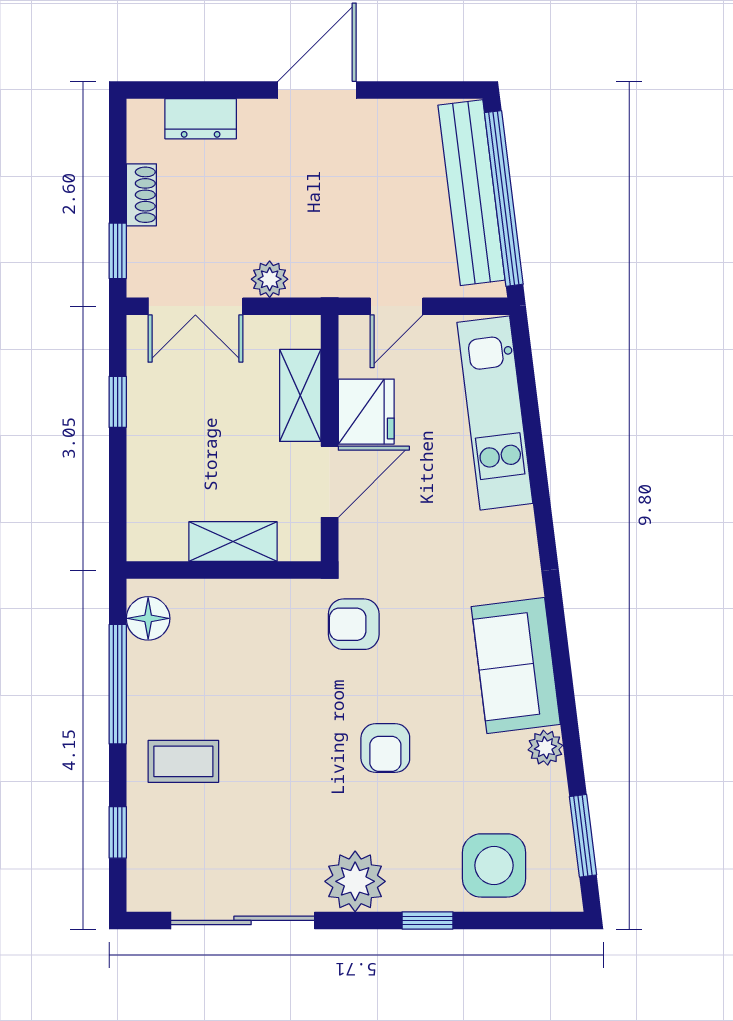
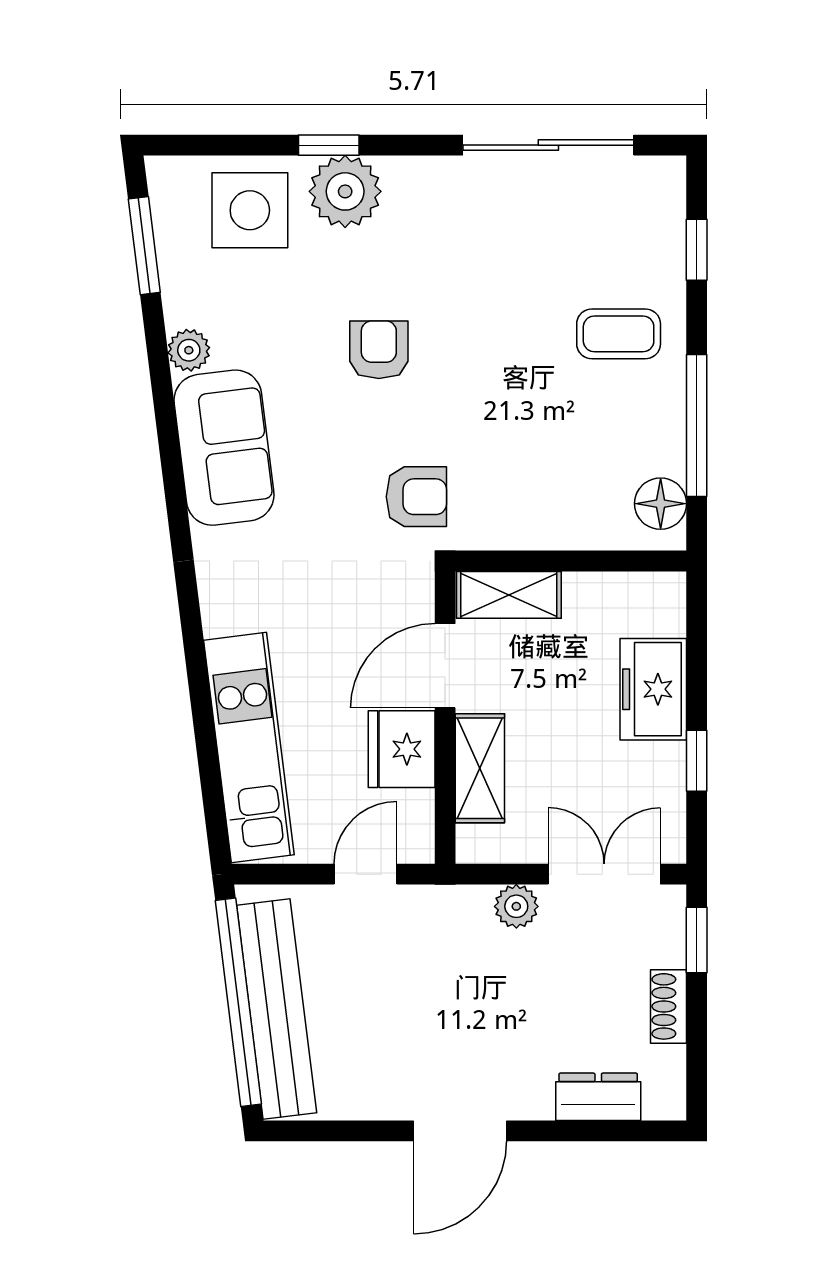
freezer: (154, 462) -> (653, 689), added
shelving: (233, 542) -> (509, 595), moved
plant: (355, 881) -> (345, 191), moved

